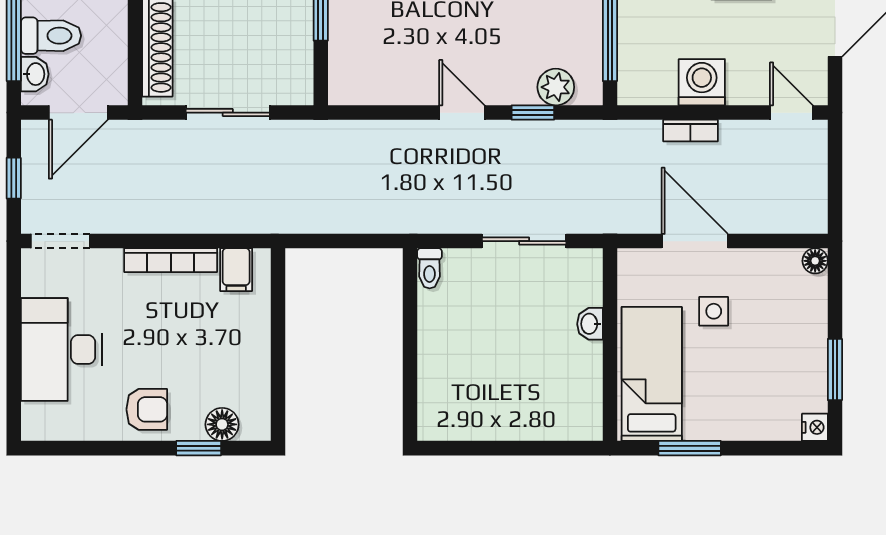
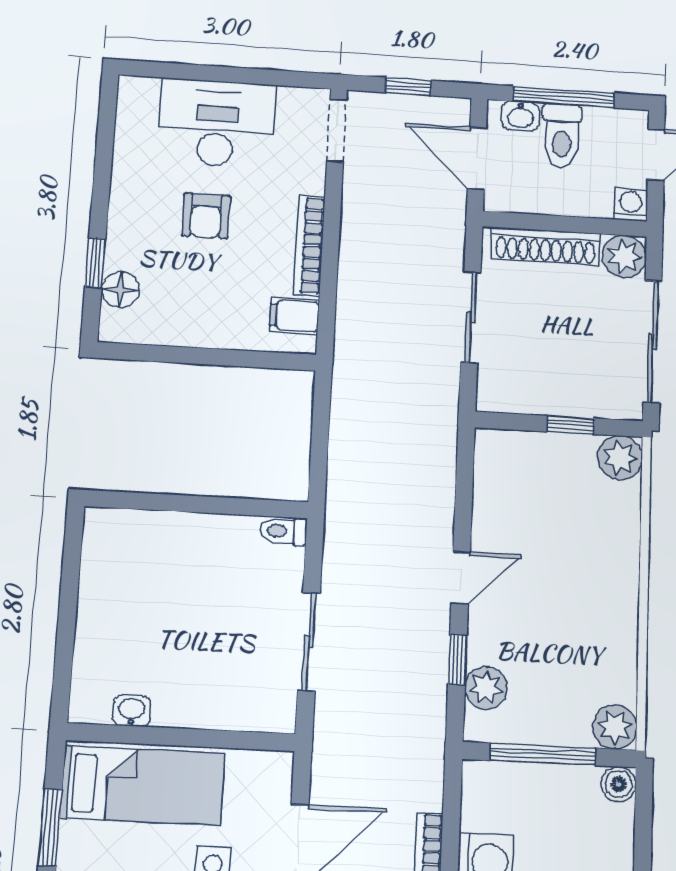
washbasin: (590, 324) -> (132, 711), moved
armchair: (147, 409) -> (206, 216), moved

